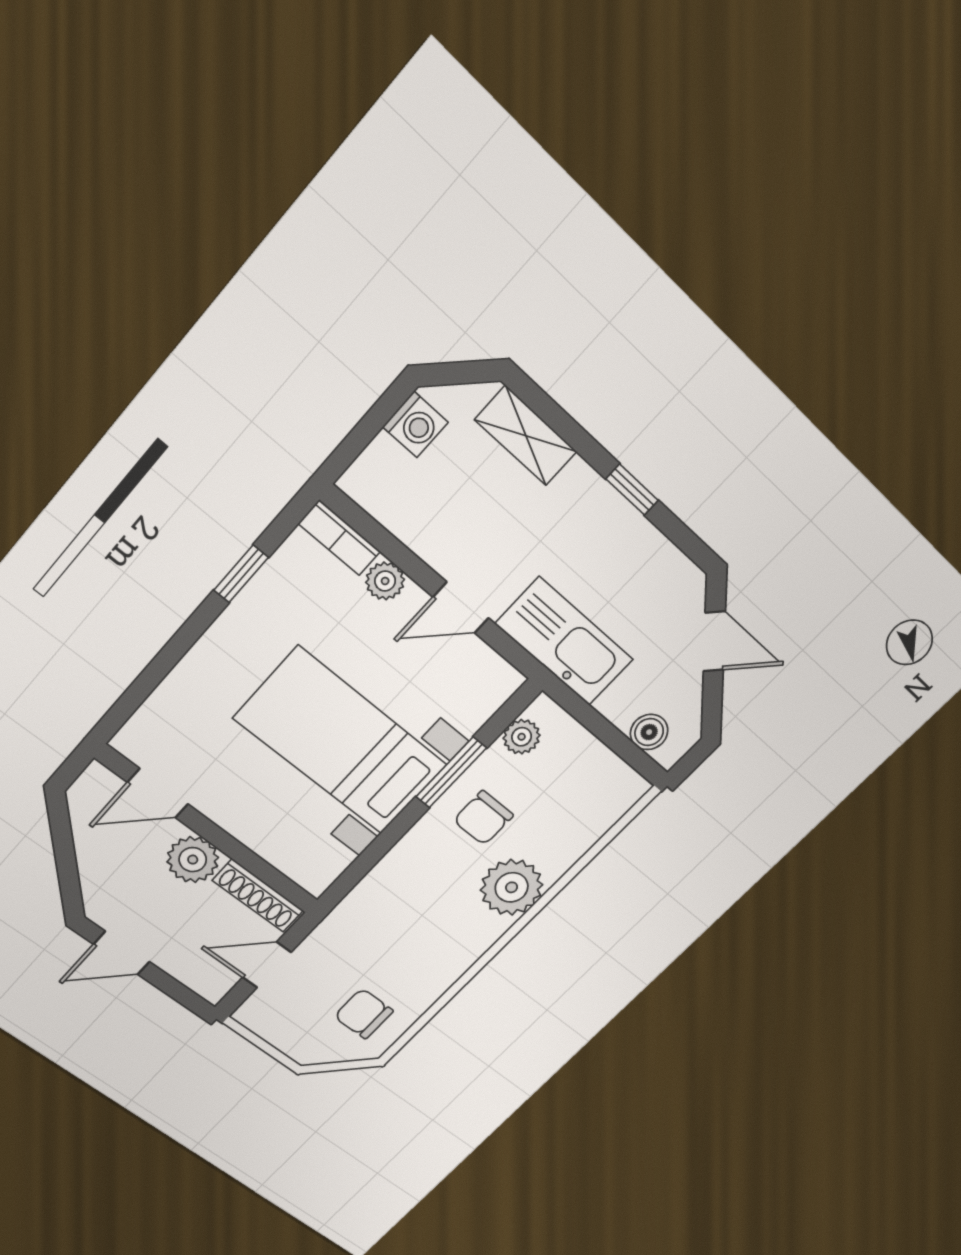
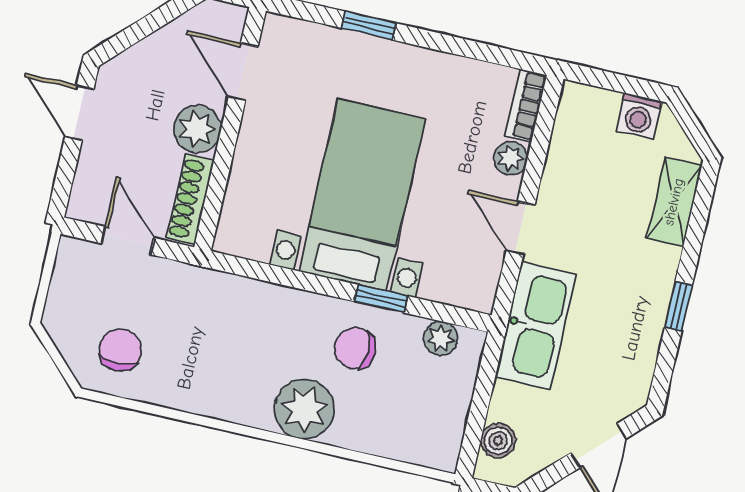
window: (241, 574) -> (369, 26), moved
window: (451, 772) -> (381, 299), width x0.67

